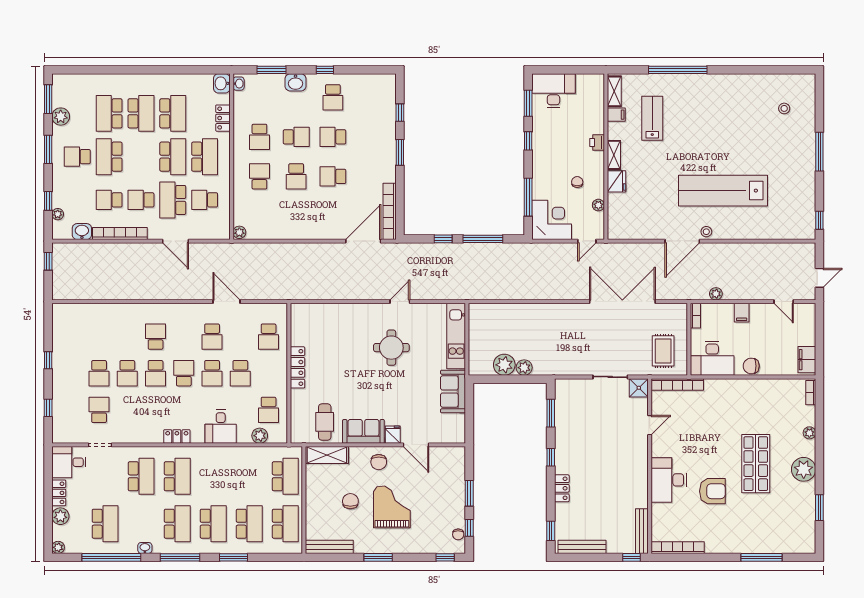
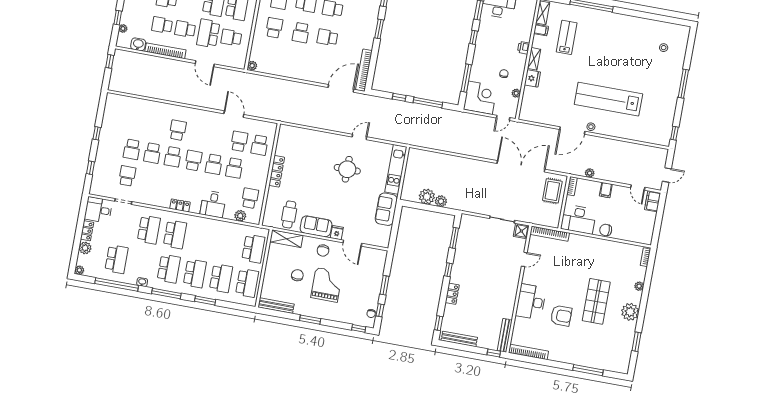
school desk: (212, 337) -> (239, 141), moved, turned 180
rug: (663, 351) -> (552, 191), moved
filing cabinet: (807, 360) -> (653, 201), moved
school desk: (269, 410) -> (250, 198), turned 180

